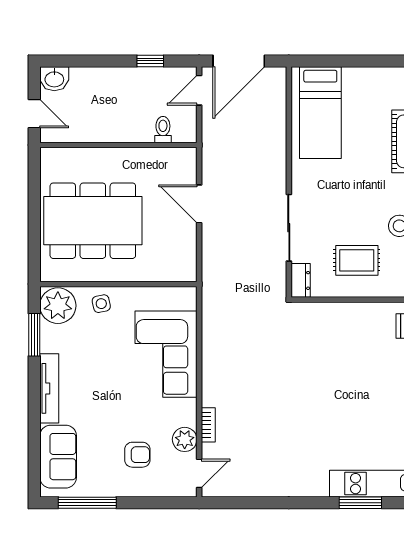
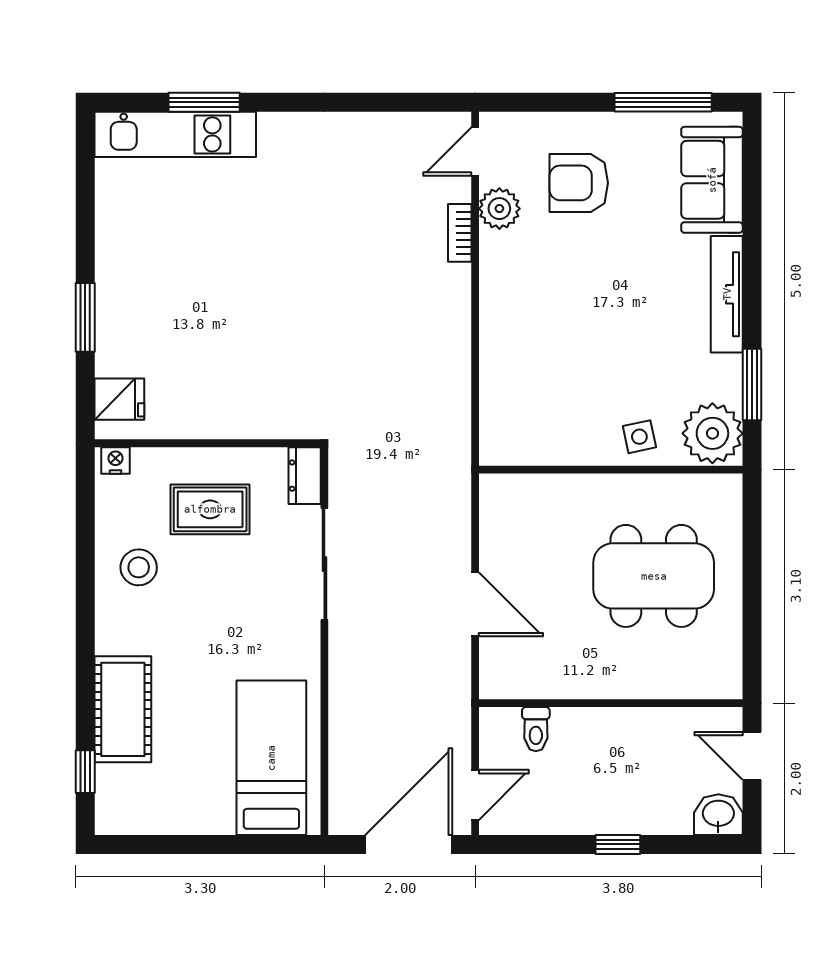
window: (150, 61) -> (618, 844), moved
dining table: (93, 221) -> (654, 576), width x0.73, depth x0.80
corner sofa: (166, 354) -> (531, 352), removed
armchair: (137, 455) -> (579, 183), width x1.38, depth x1.38

